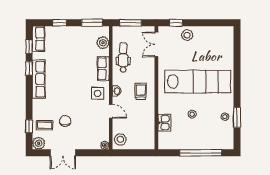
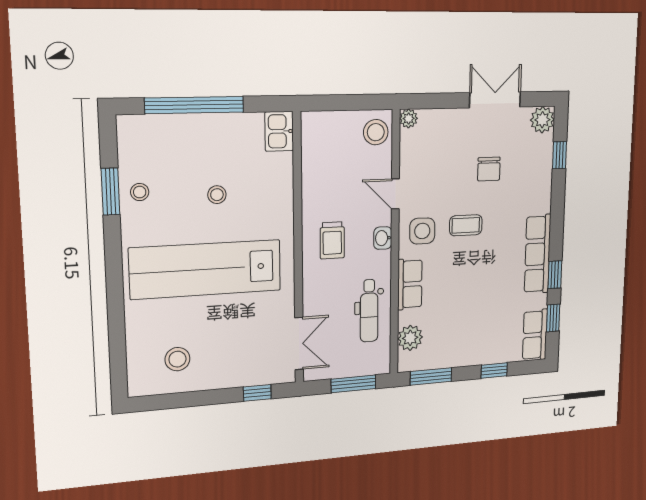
stool: (187, 35) -> (177, 359), moved
kitchen sink: (164, 123) -> (279, 131), moved
coffee table: (45, 125) -> (466, 225), moved

